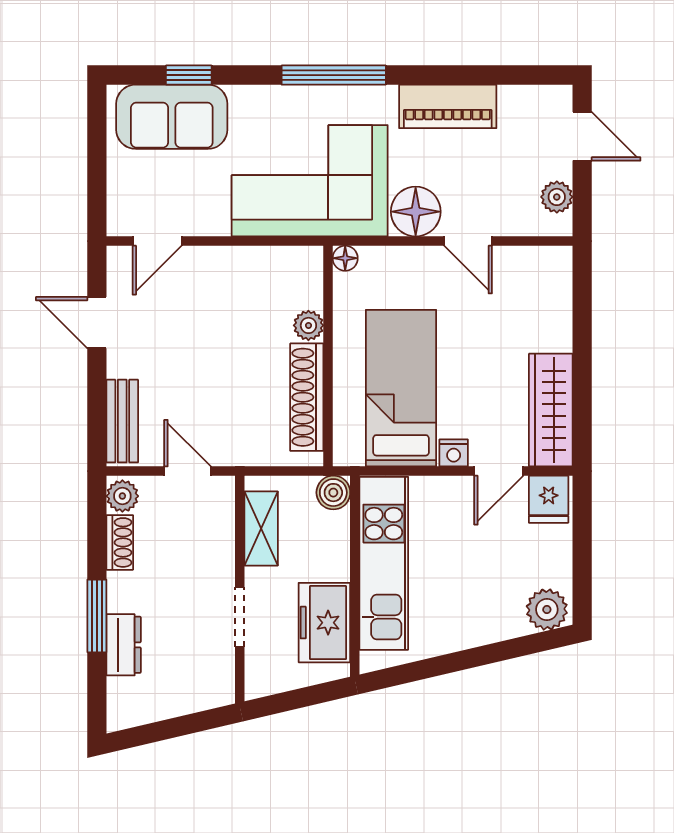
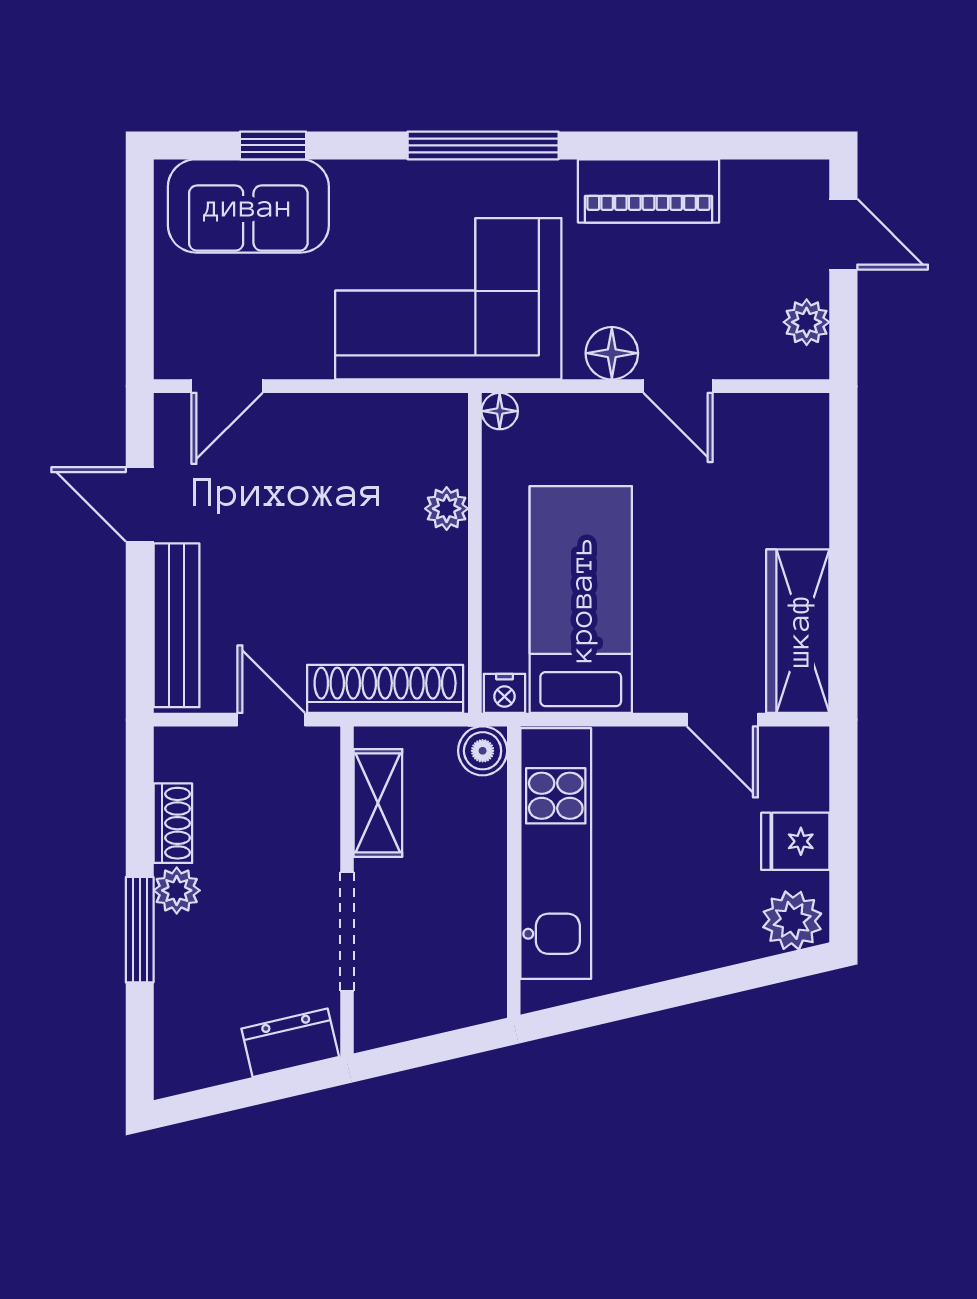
floor lamp: (416, 212) -> (612, 353), width x0.73, depth x0.73
shoe rack: (307, 397) -> (385, 689), moved, turned 90
bench: (122, 421) -> (177, 625), width x1.36
nightstand: (454, 453) -> (505, 693), moved
door: (499, 471) -> (722, 720), hinge flipped
plant: (122, 496) -> (177, 890), moved
fridge: (549, 499) -> (795, 841), moved, turned 90
doorway: (240, 617) -> (347, 932), width x1.38
freezer: (324, 623) -> (470, 939), removed
dresser: (124, 645) -> (290, 1043), moved, turned -103

